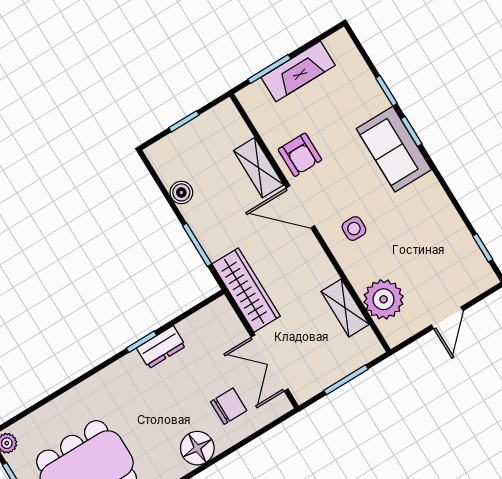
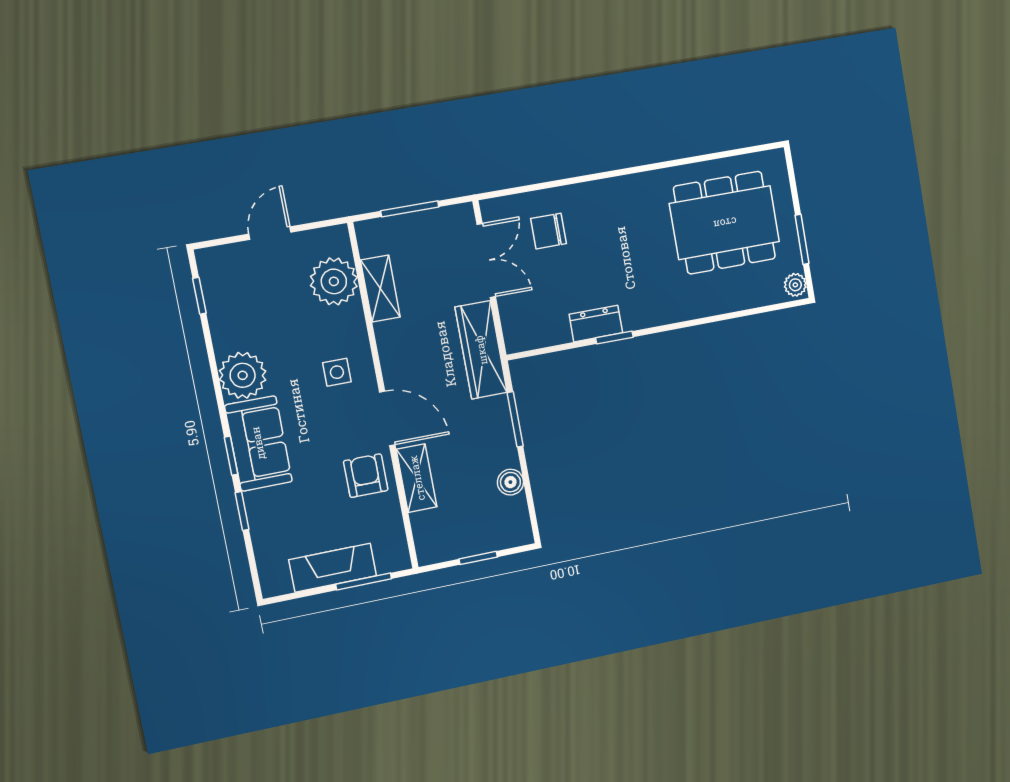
plant: (426, 198) -> (243, 375), added
floor lamp: (197, 448) -> (599, 199), removed

